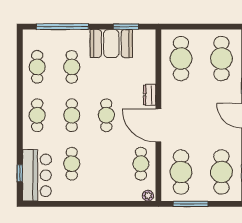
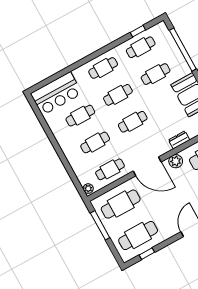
plant: (169, 94) -> (176, 161), added
dresser: (150, 95) -> (179, 140), moved
door: (158, 125) -> (147, 166), swing flipped
cafe table: (106, 164) -> (95, 142), added
window: (20, 173) -> (138, 31), moved

